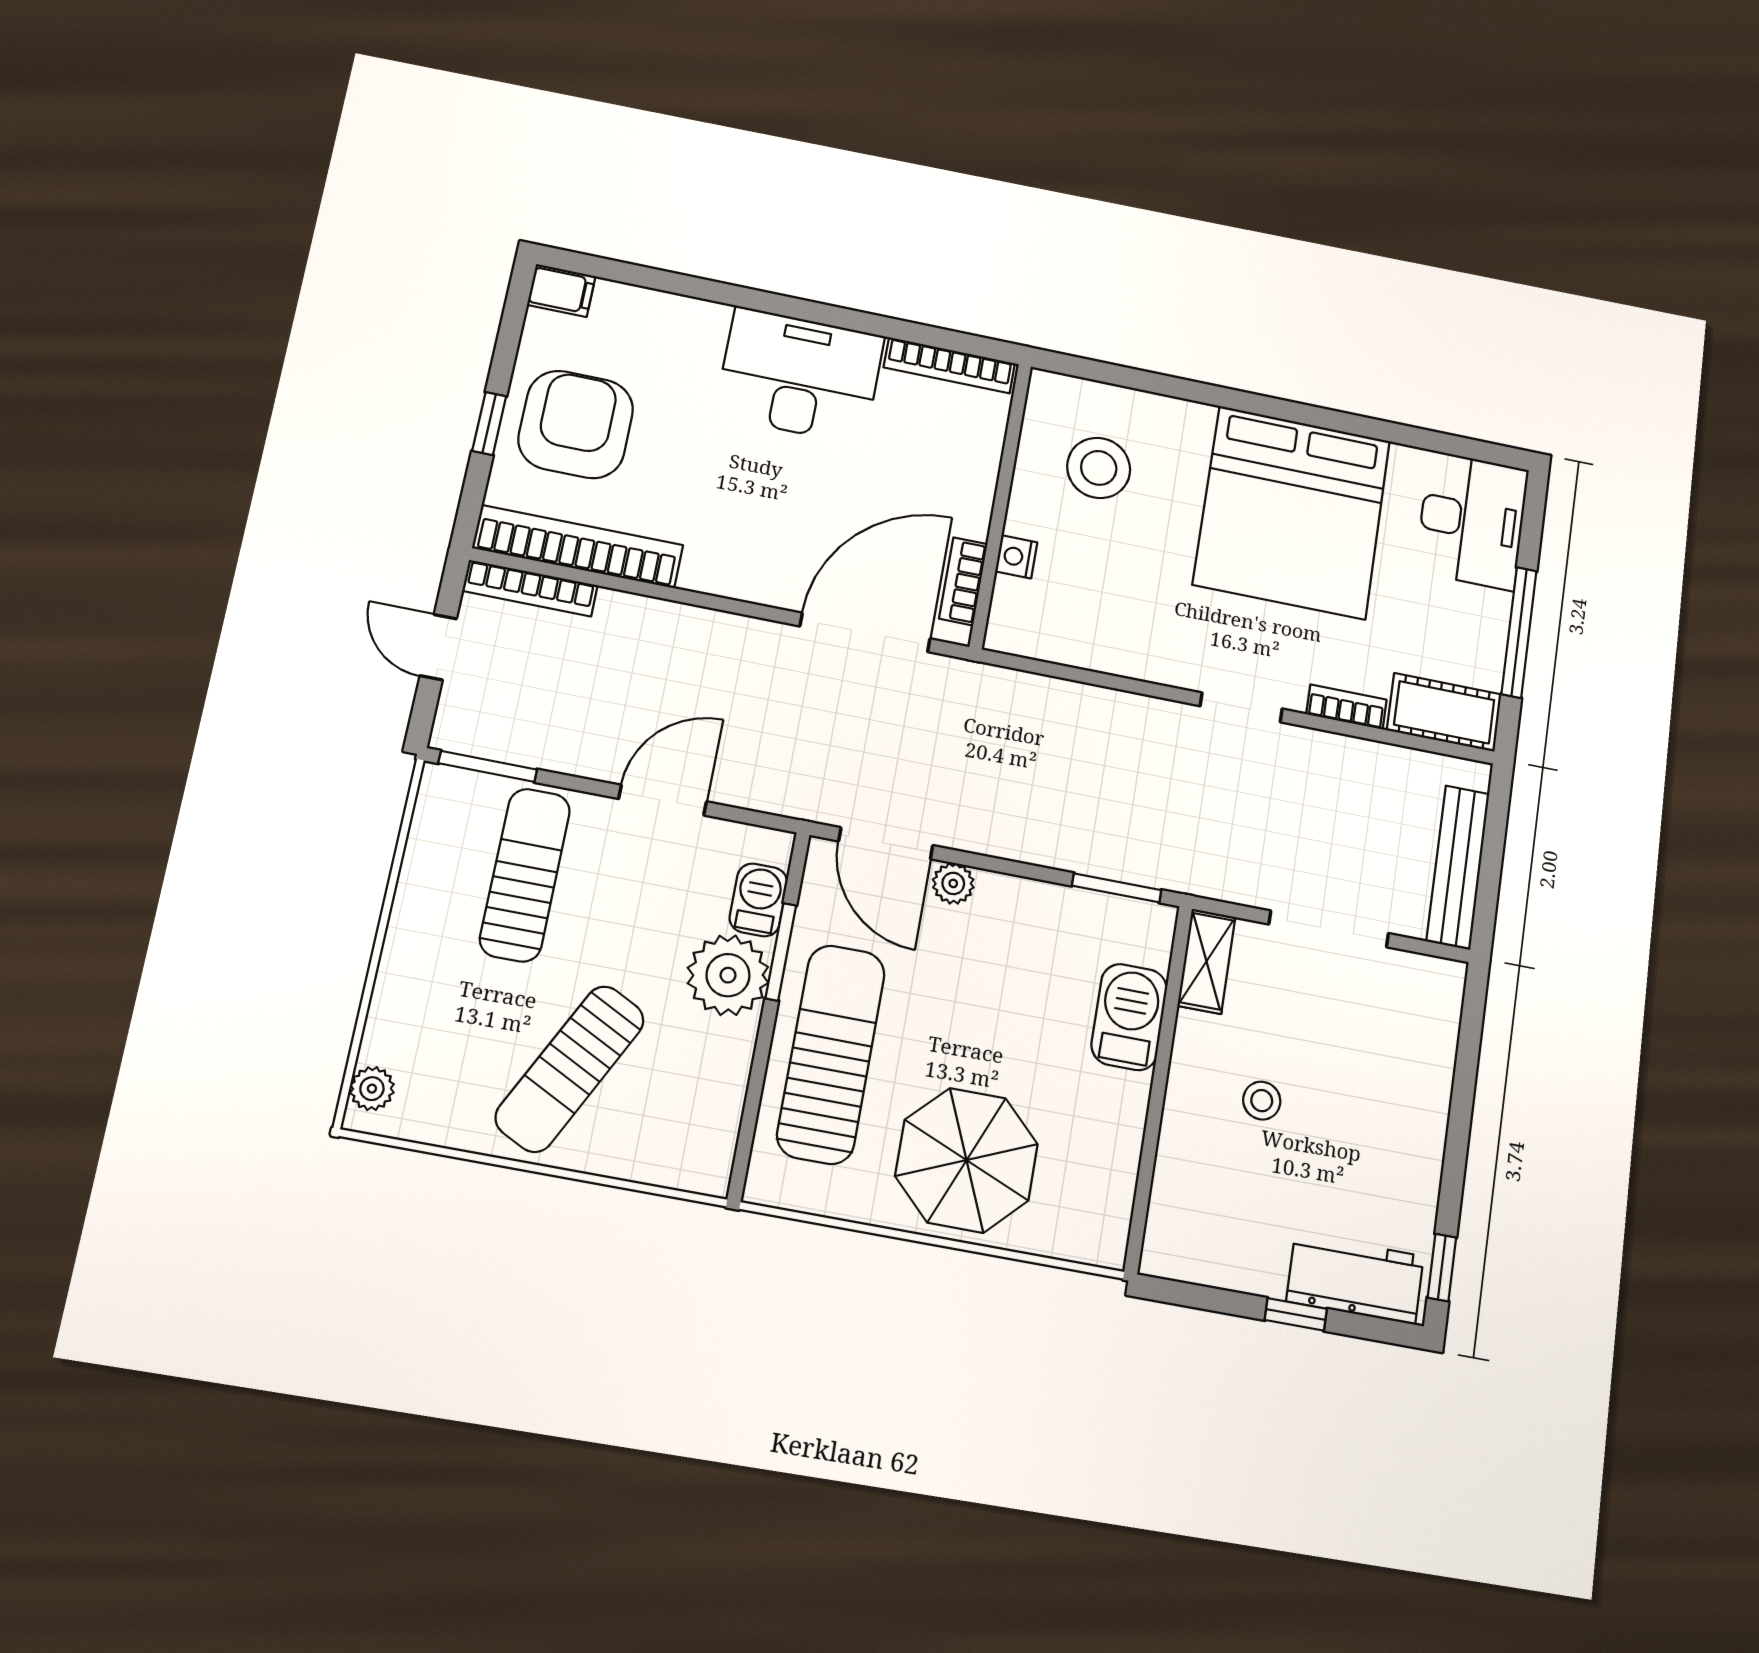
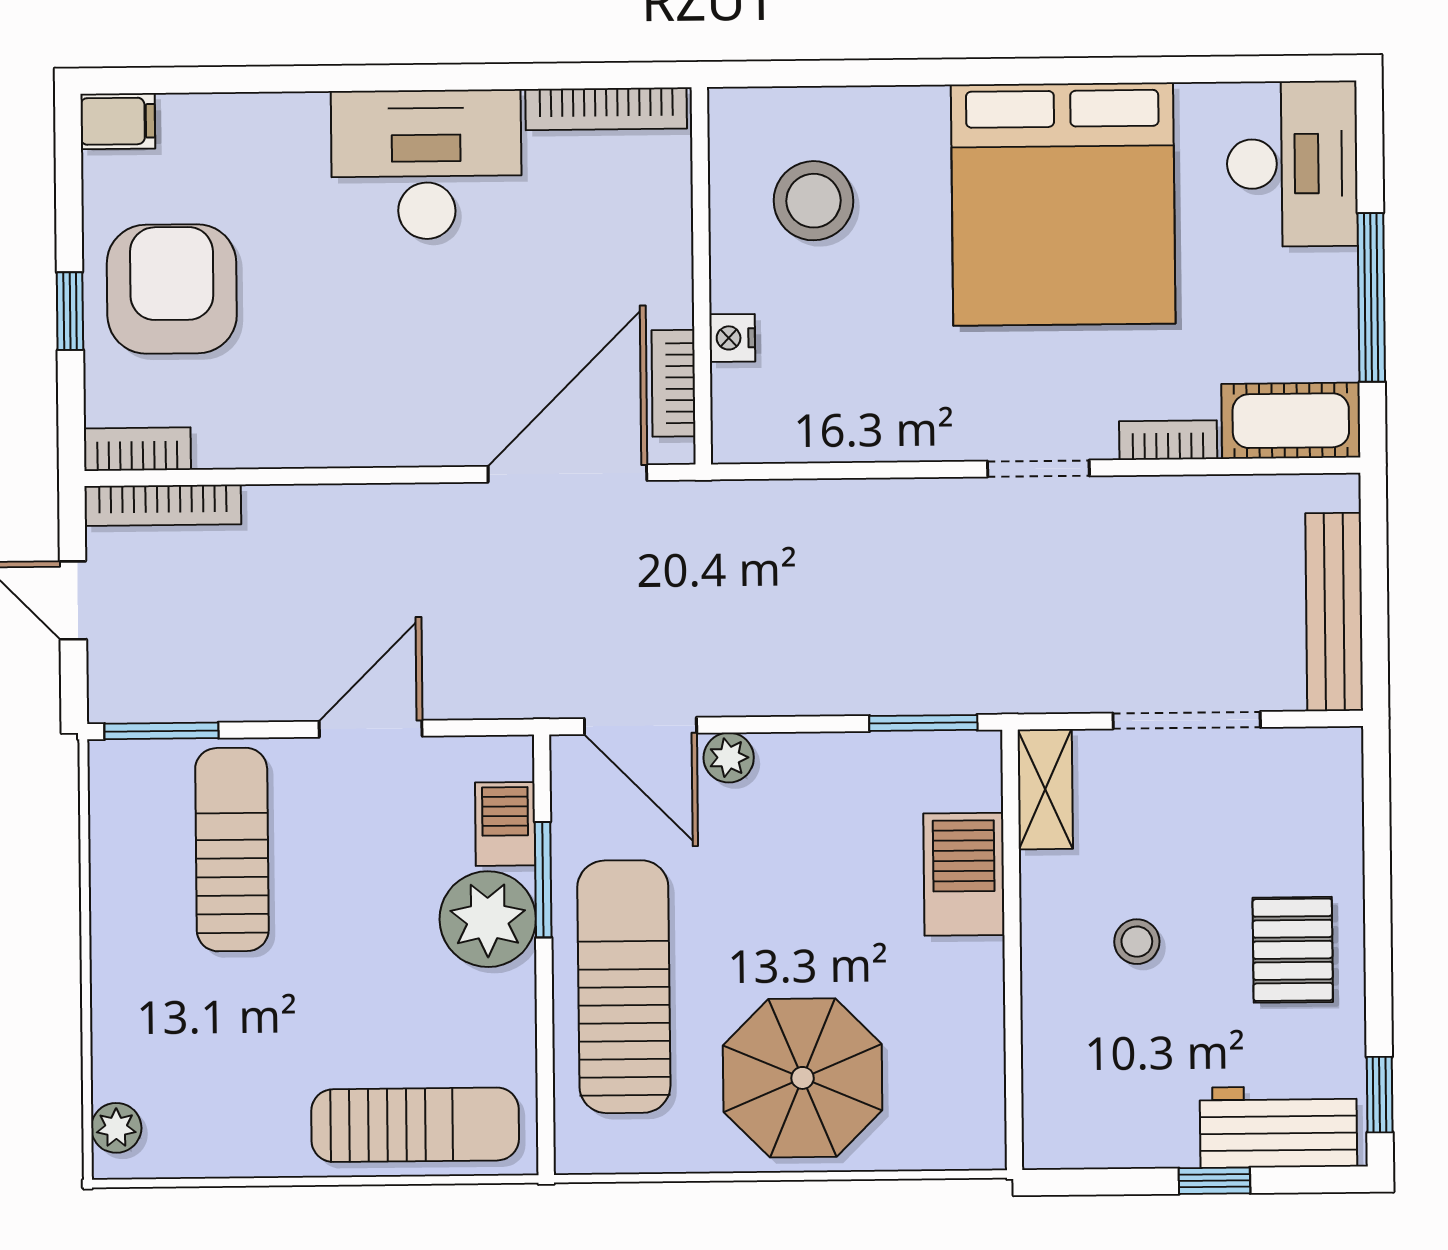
bookcase: (578, 547) -> (137, 449), width x0.43, depth x0.76
sun lounger: (570, 1069) -> (415, 1125), moved, turned -117
pallet: (1387, 1133) -> (1293, 950), added

